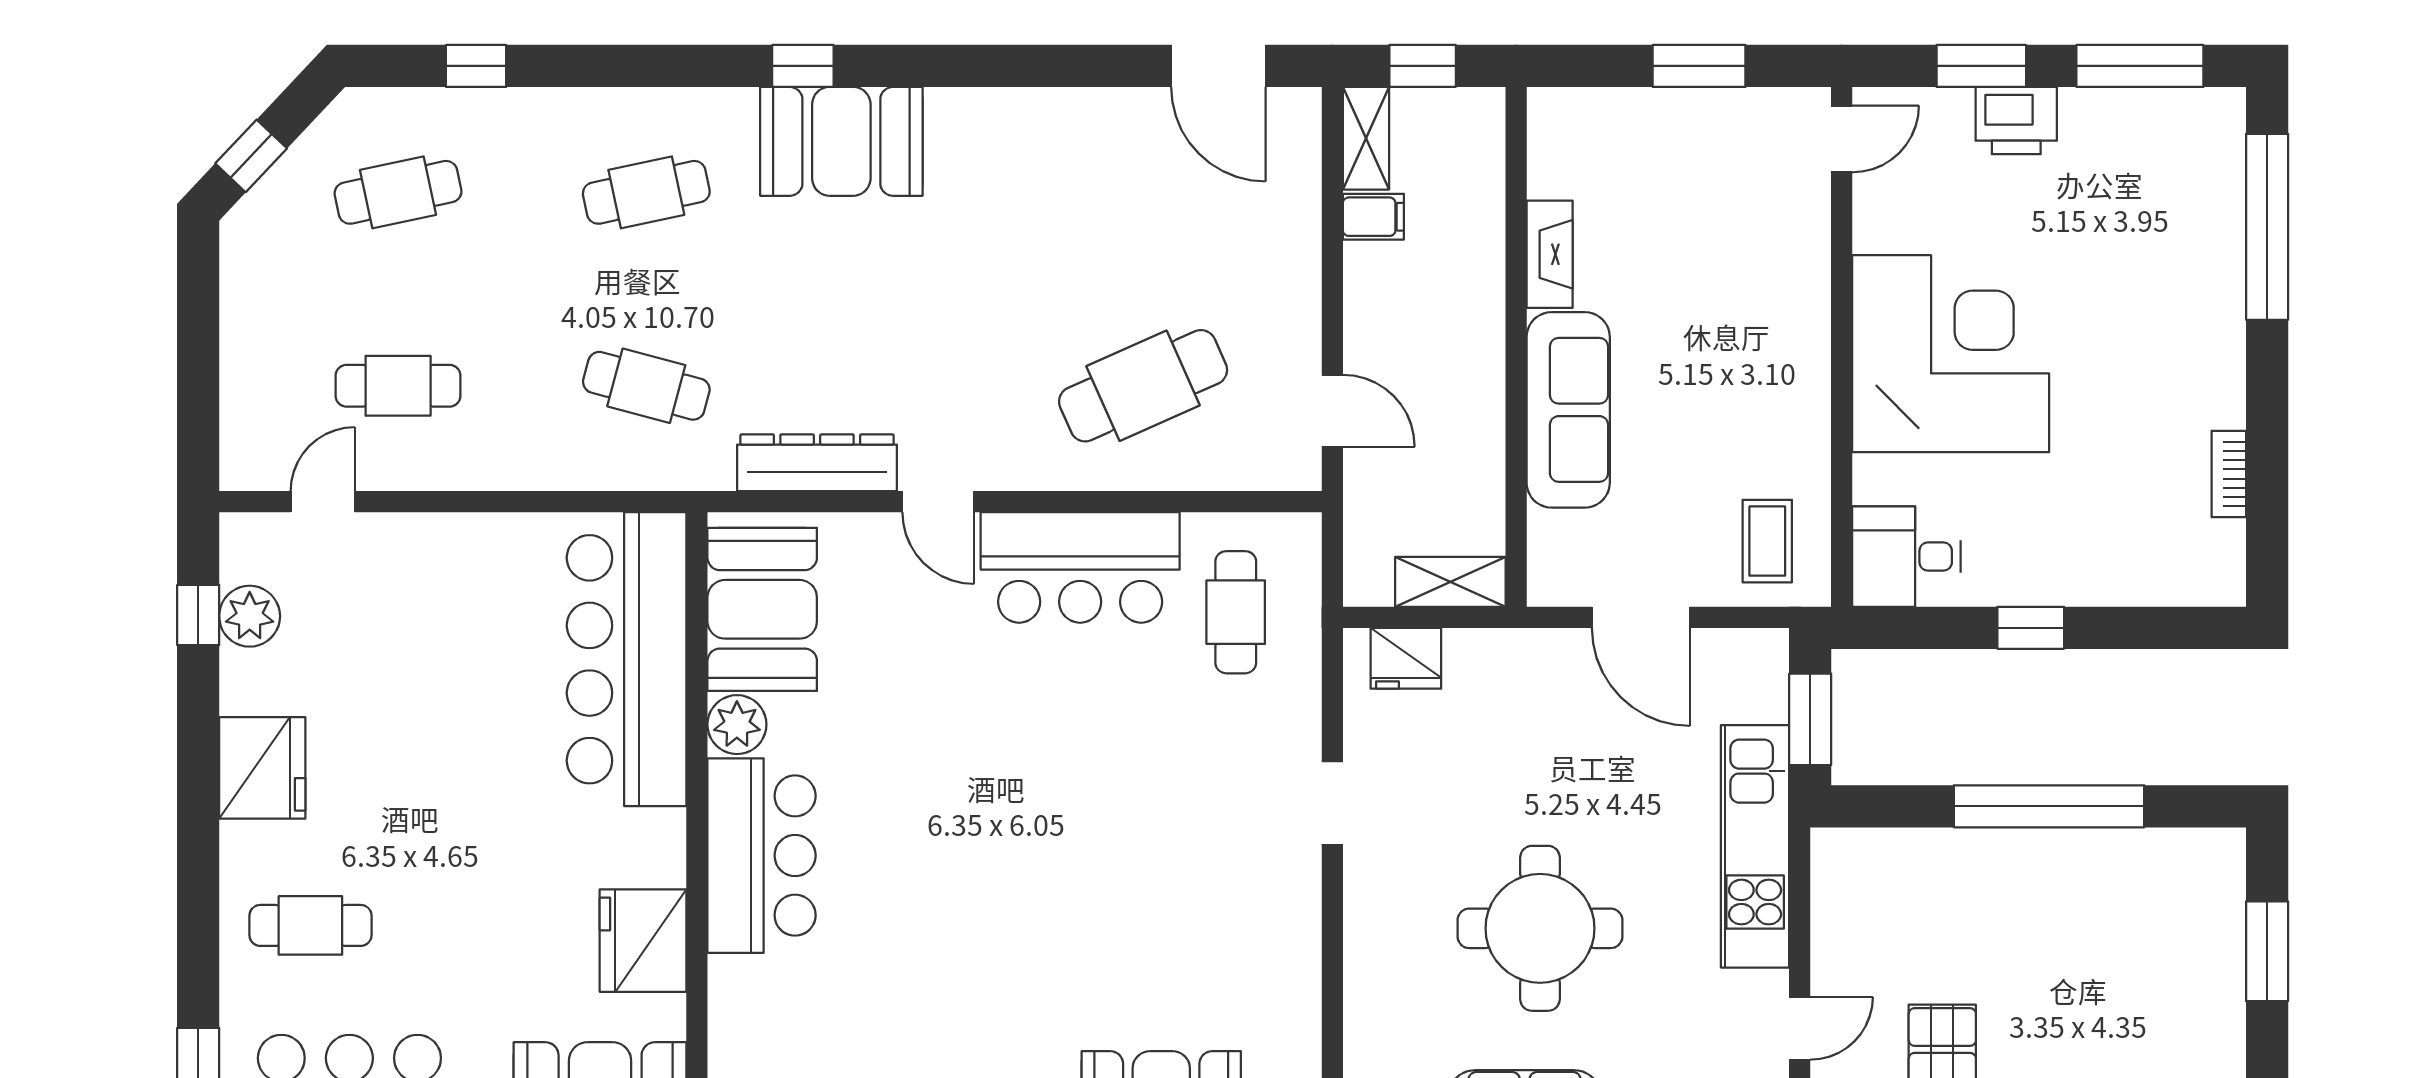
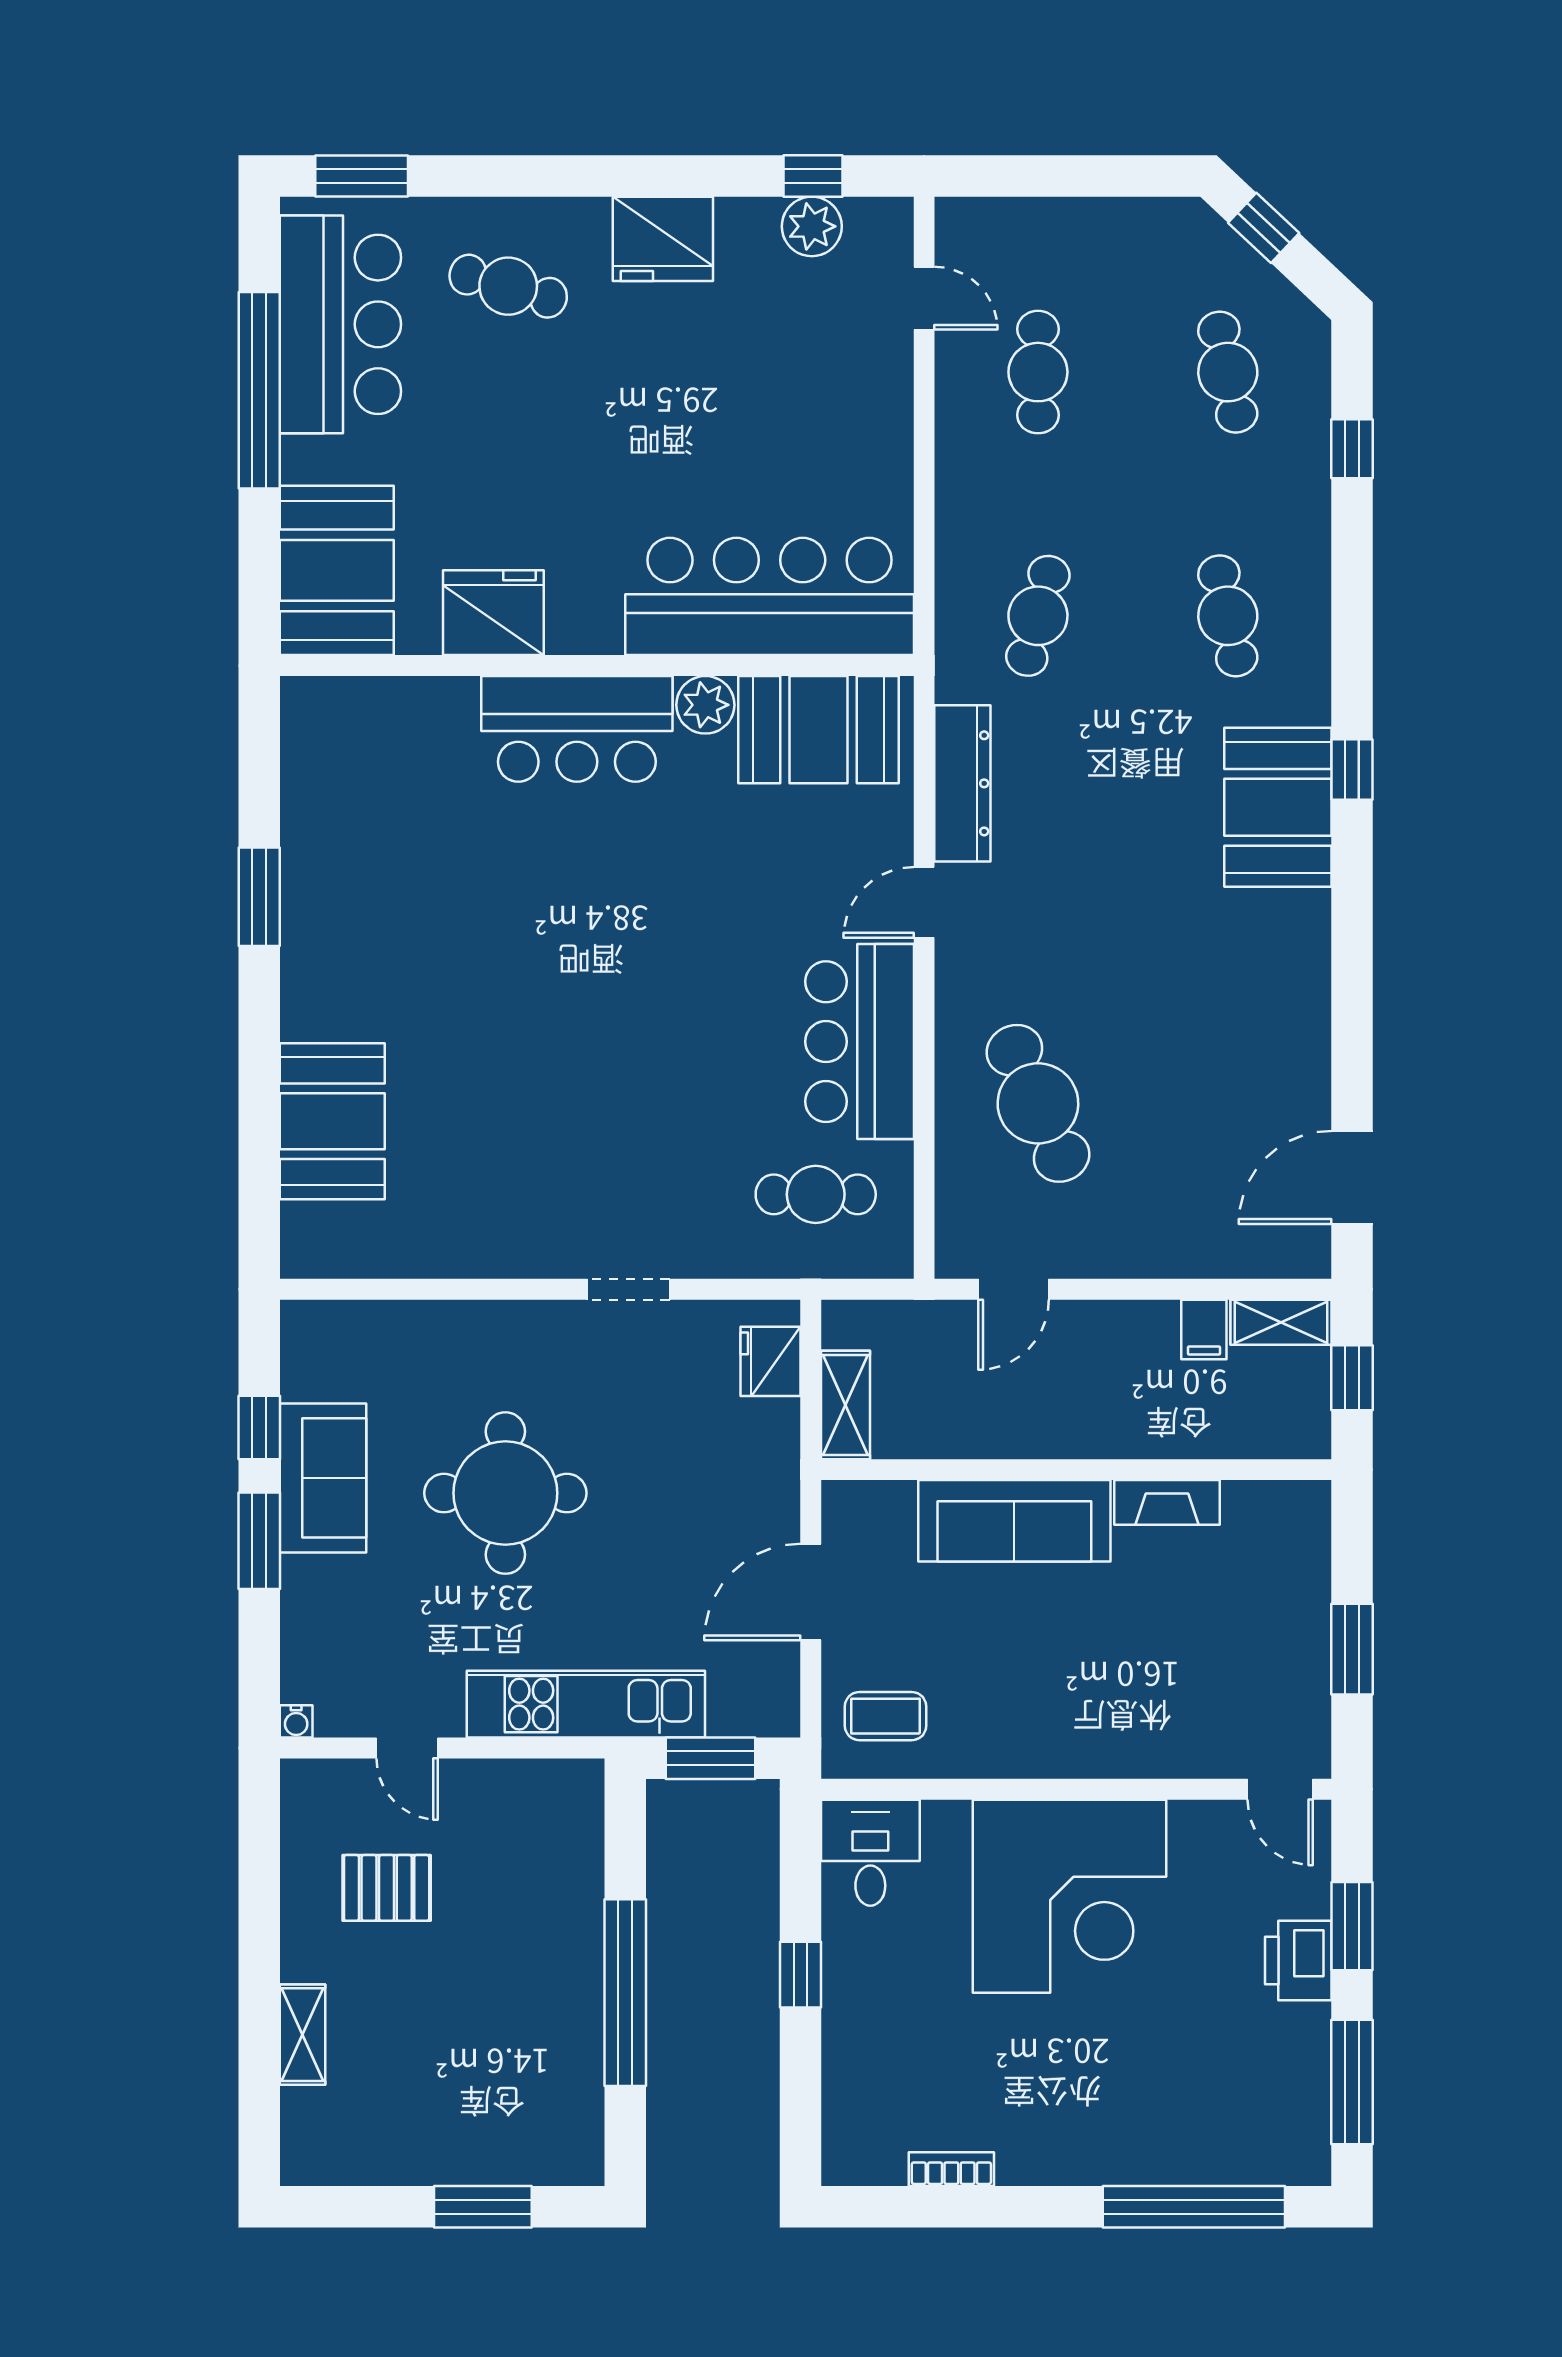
cafe table: (310, 925) -> (508, 286), turned -74

